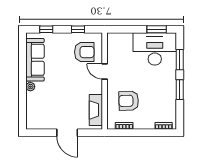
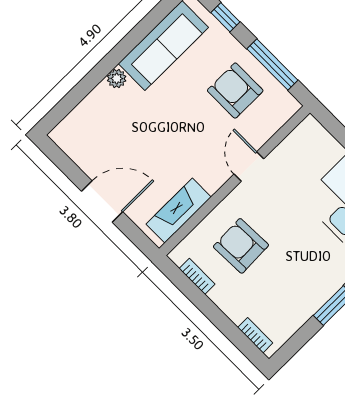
window: (78, 29) -> (272, 65), width x2.17
armchair: (84, 52) -> (235, 91), moved, turned 180
door: (67, 133) -> (102, 201), swing flipped

